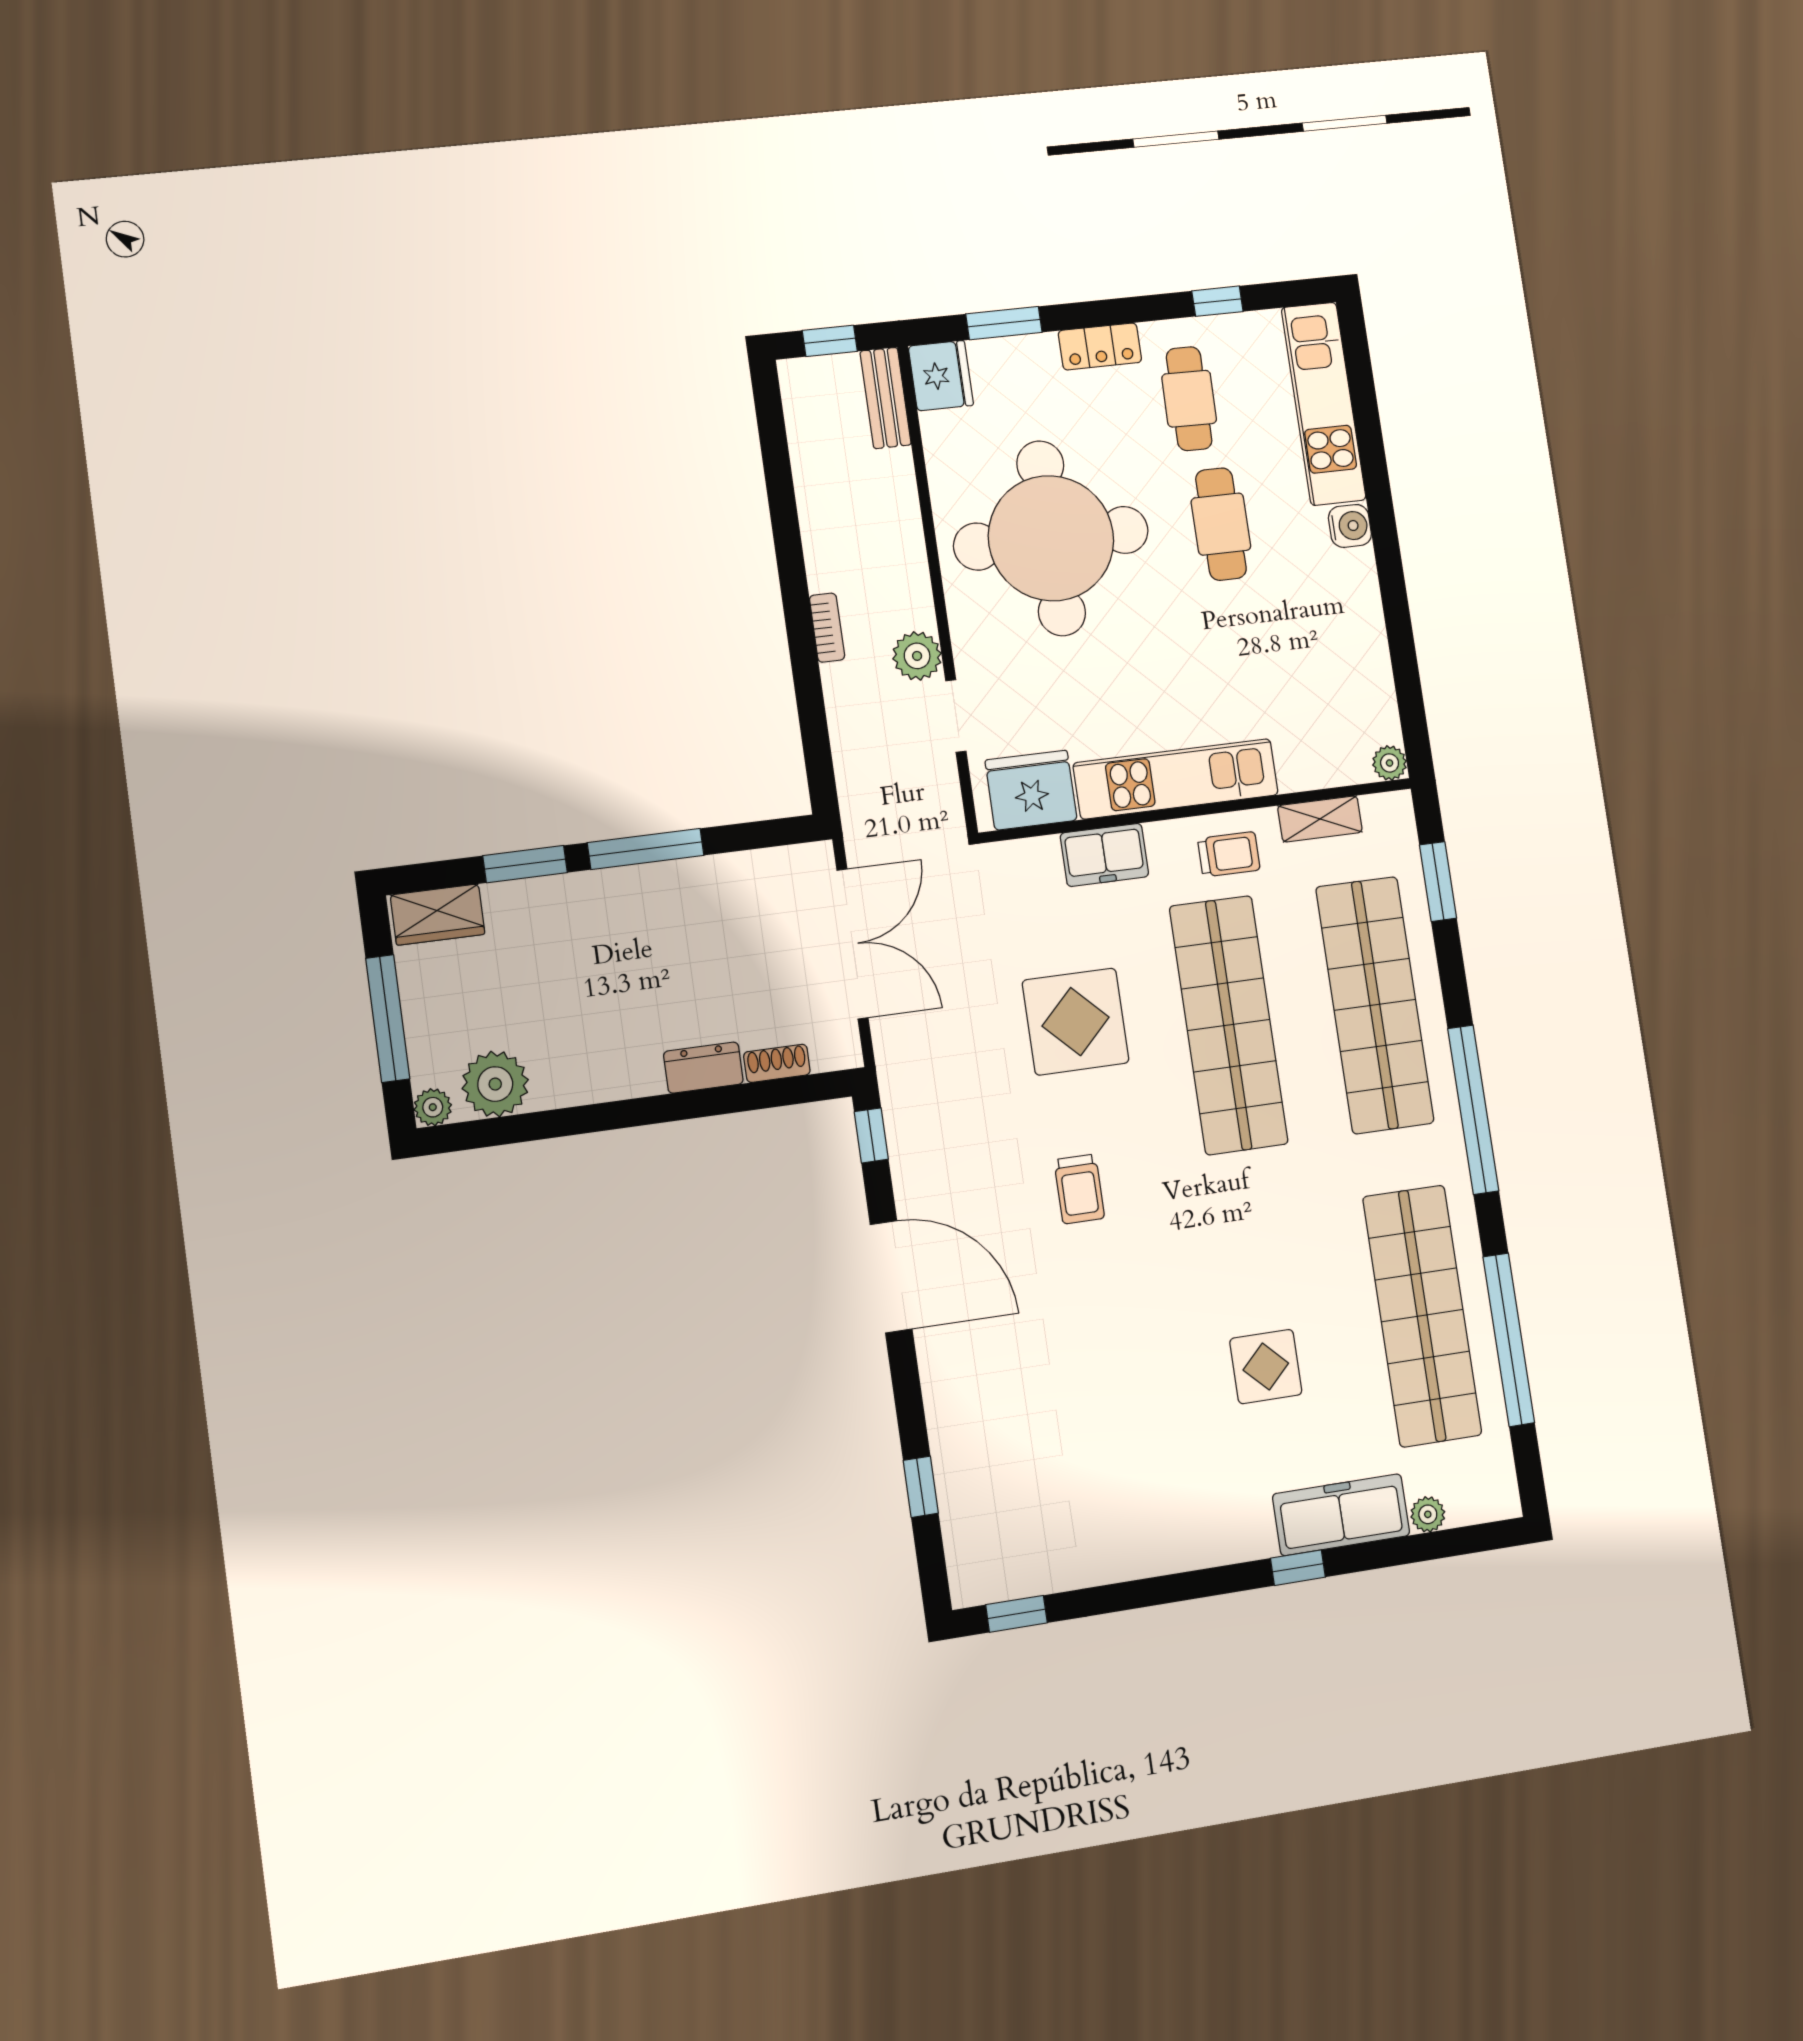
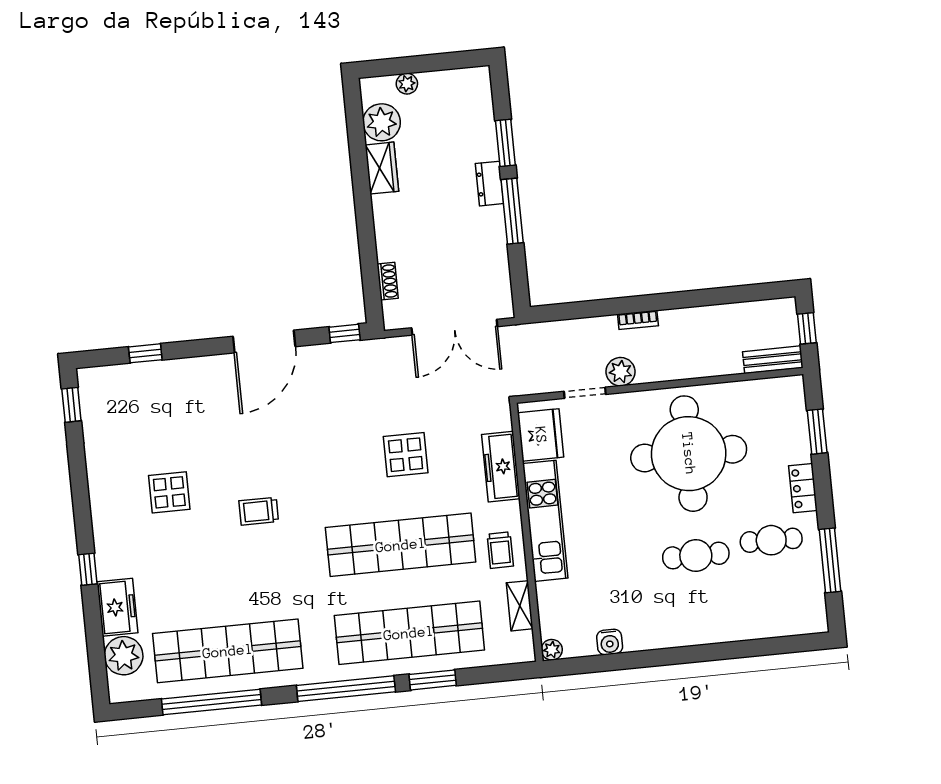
window: (1217, 301) -> (830, 560), width x2.17
fridge: (941, 376) -> (786, 393), removed
kitchen unit: (1324, 404) -> (768, 622), removed
water cooler: (1350, 526) -> (610, 642), moved
freezer: (1104, 855) -> (501, 467), width x1.40
window: (1438, 882) -> (433, 680), moved
wardrobe: (438, 915) -> (382, 168), moved, turned 180
window: (388, 1019) -> (420, 64), removed
display table: (1076, 1022) -> (406, 455), width x0.73, depth x0.73
dresser: (703, 1068) -> (489, 184), moved, turned 180
plant: (433, 1107) -> (407, 84), moved
trolley: (1079, 1189) -> (259, 511), moved
display table: (1266, 1367) -> (169, 492), moved
plant: (1428, 1514) -> (124, 656), width x1.88, depth x1.88
freezer: (1341, 1515) -> (117, 607), width x0.71

